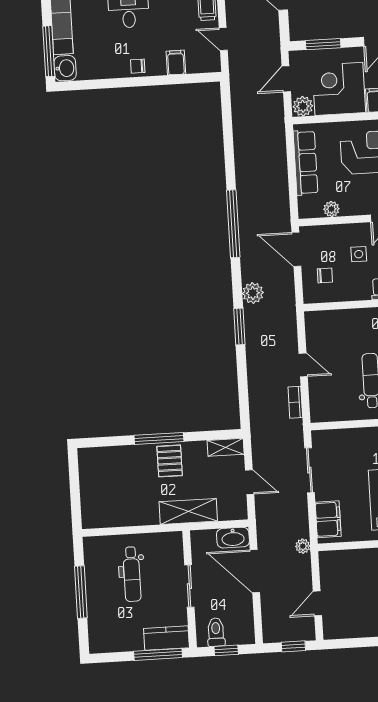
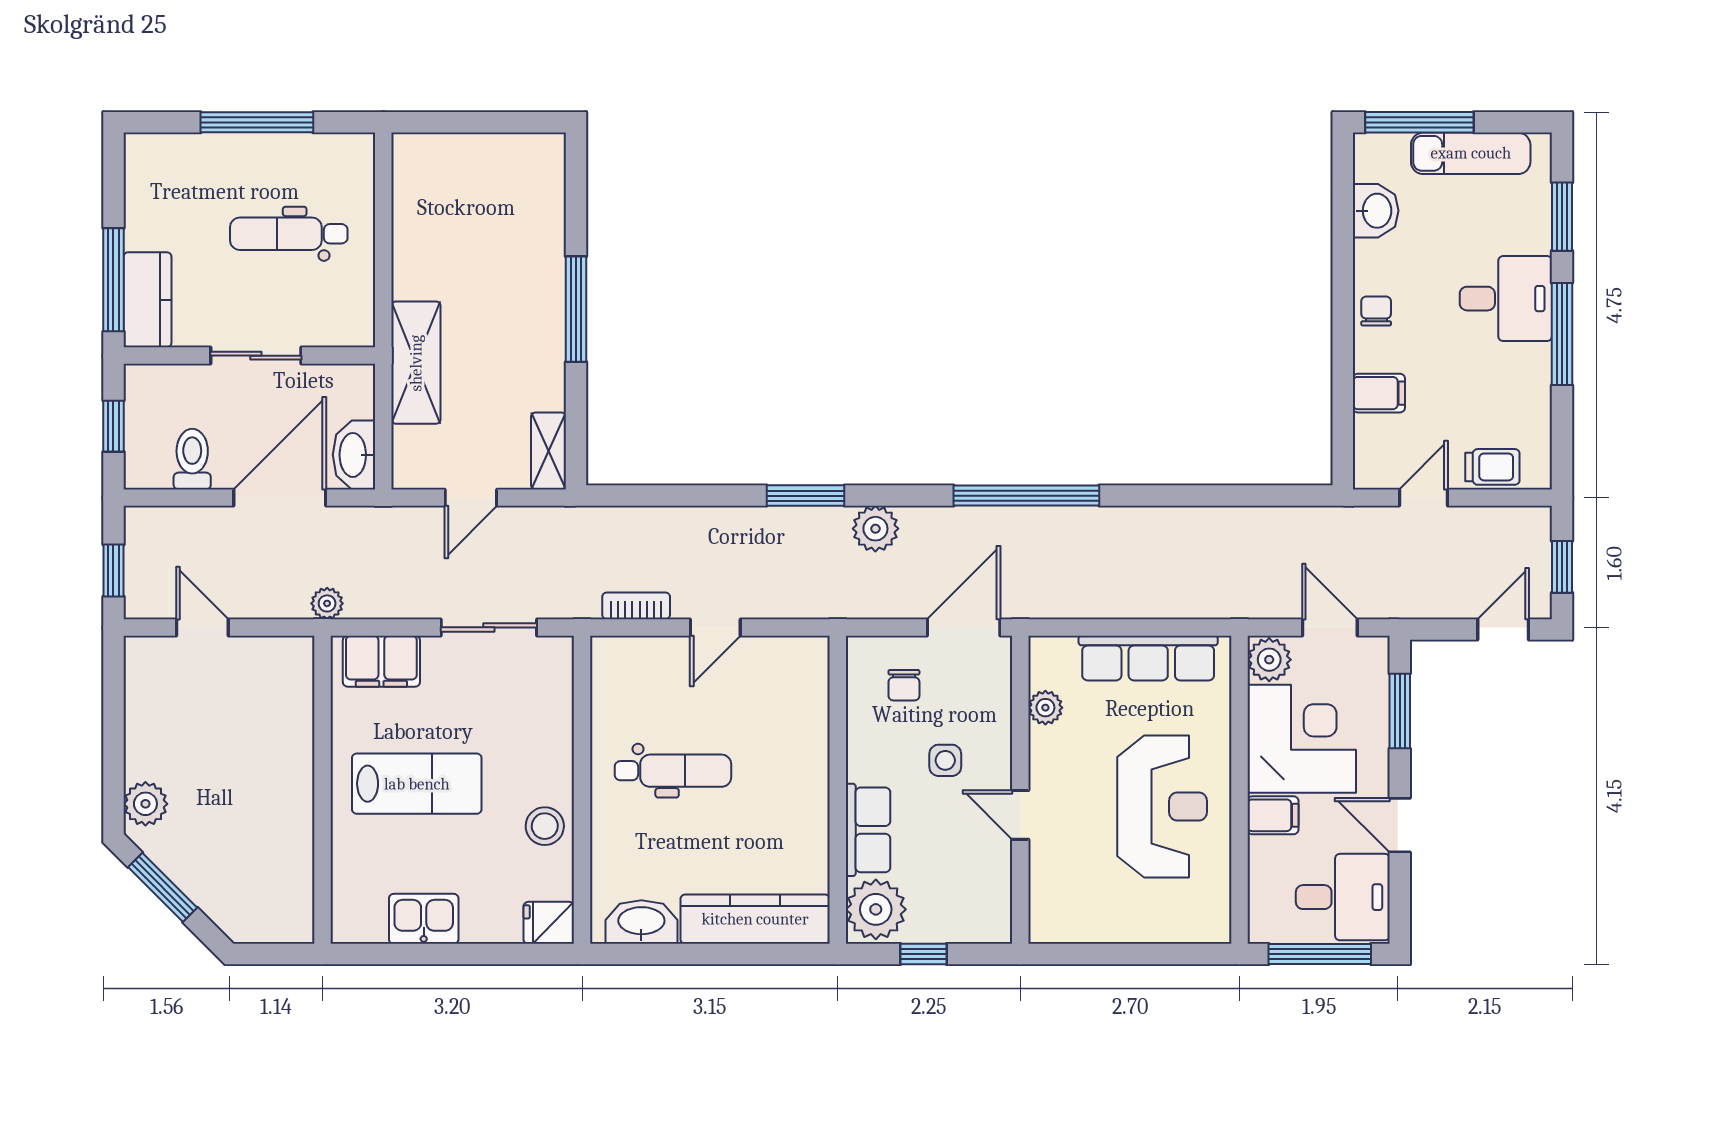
washbasin: (65, 68) -> (1376, 211), moved, turned -90
pallet: (170, 461) -> (526, 329), removed
toilet: (216, 632) -> (192, 459), moved, turned -90

